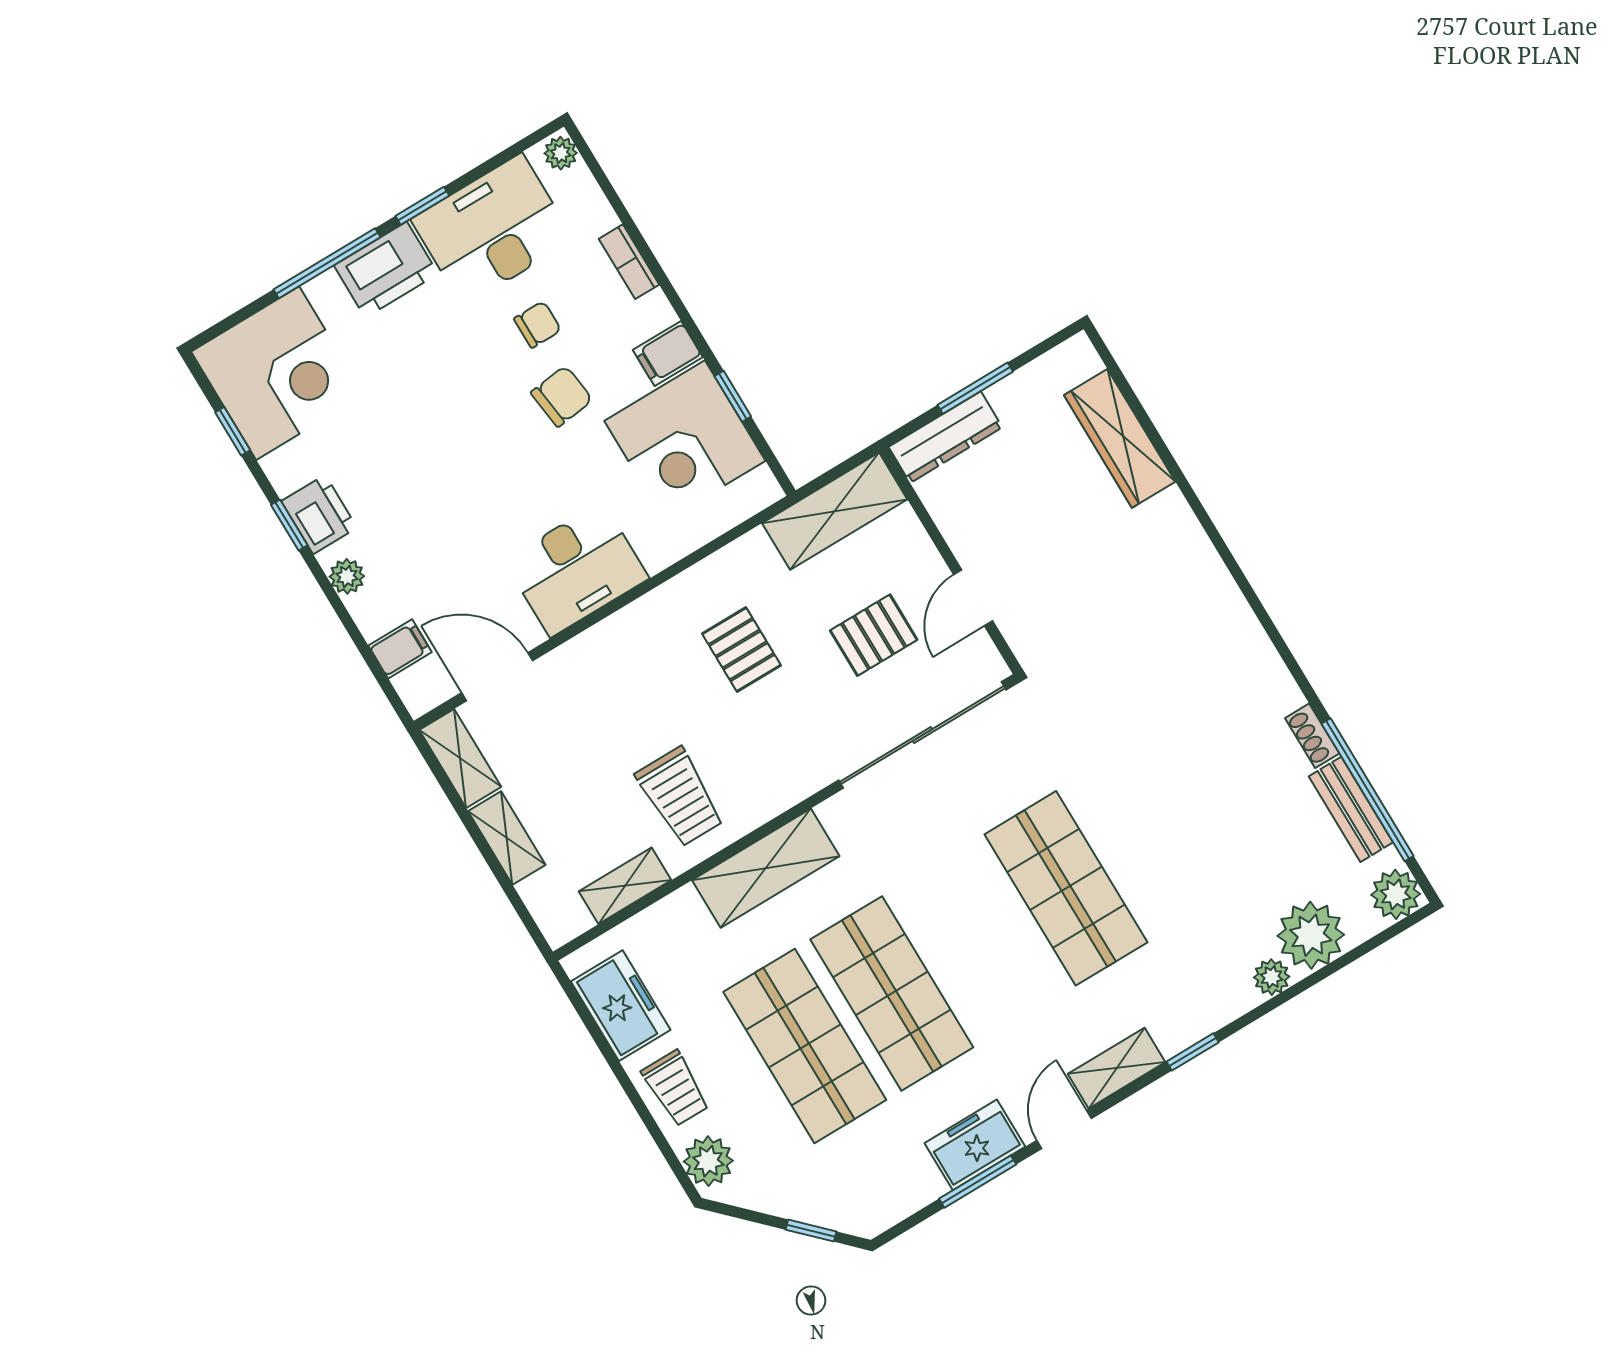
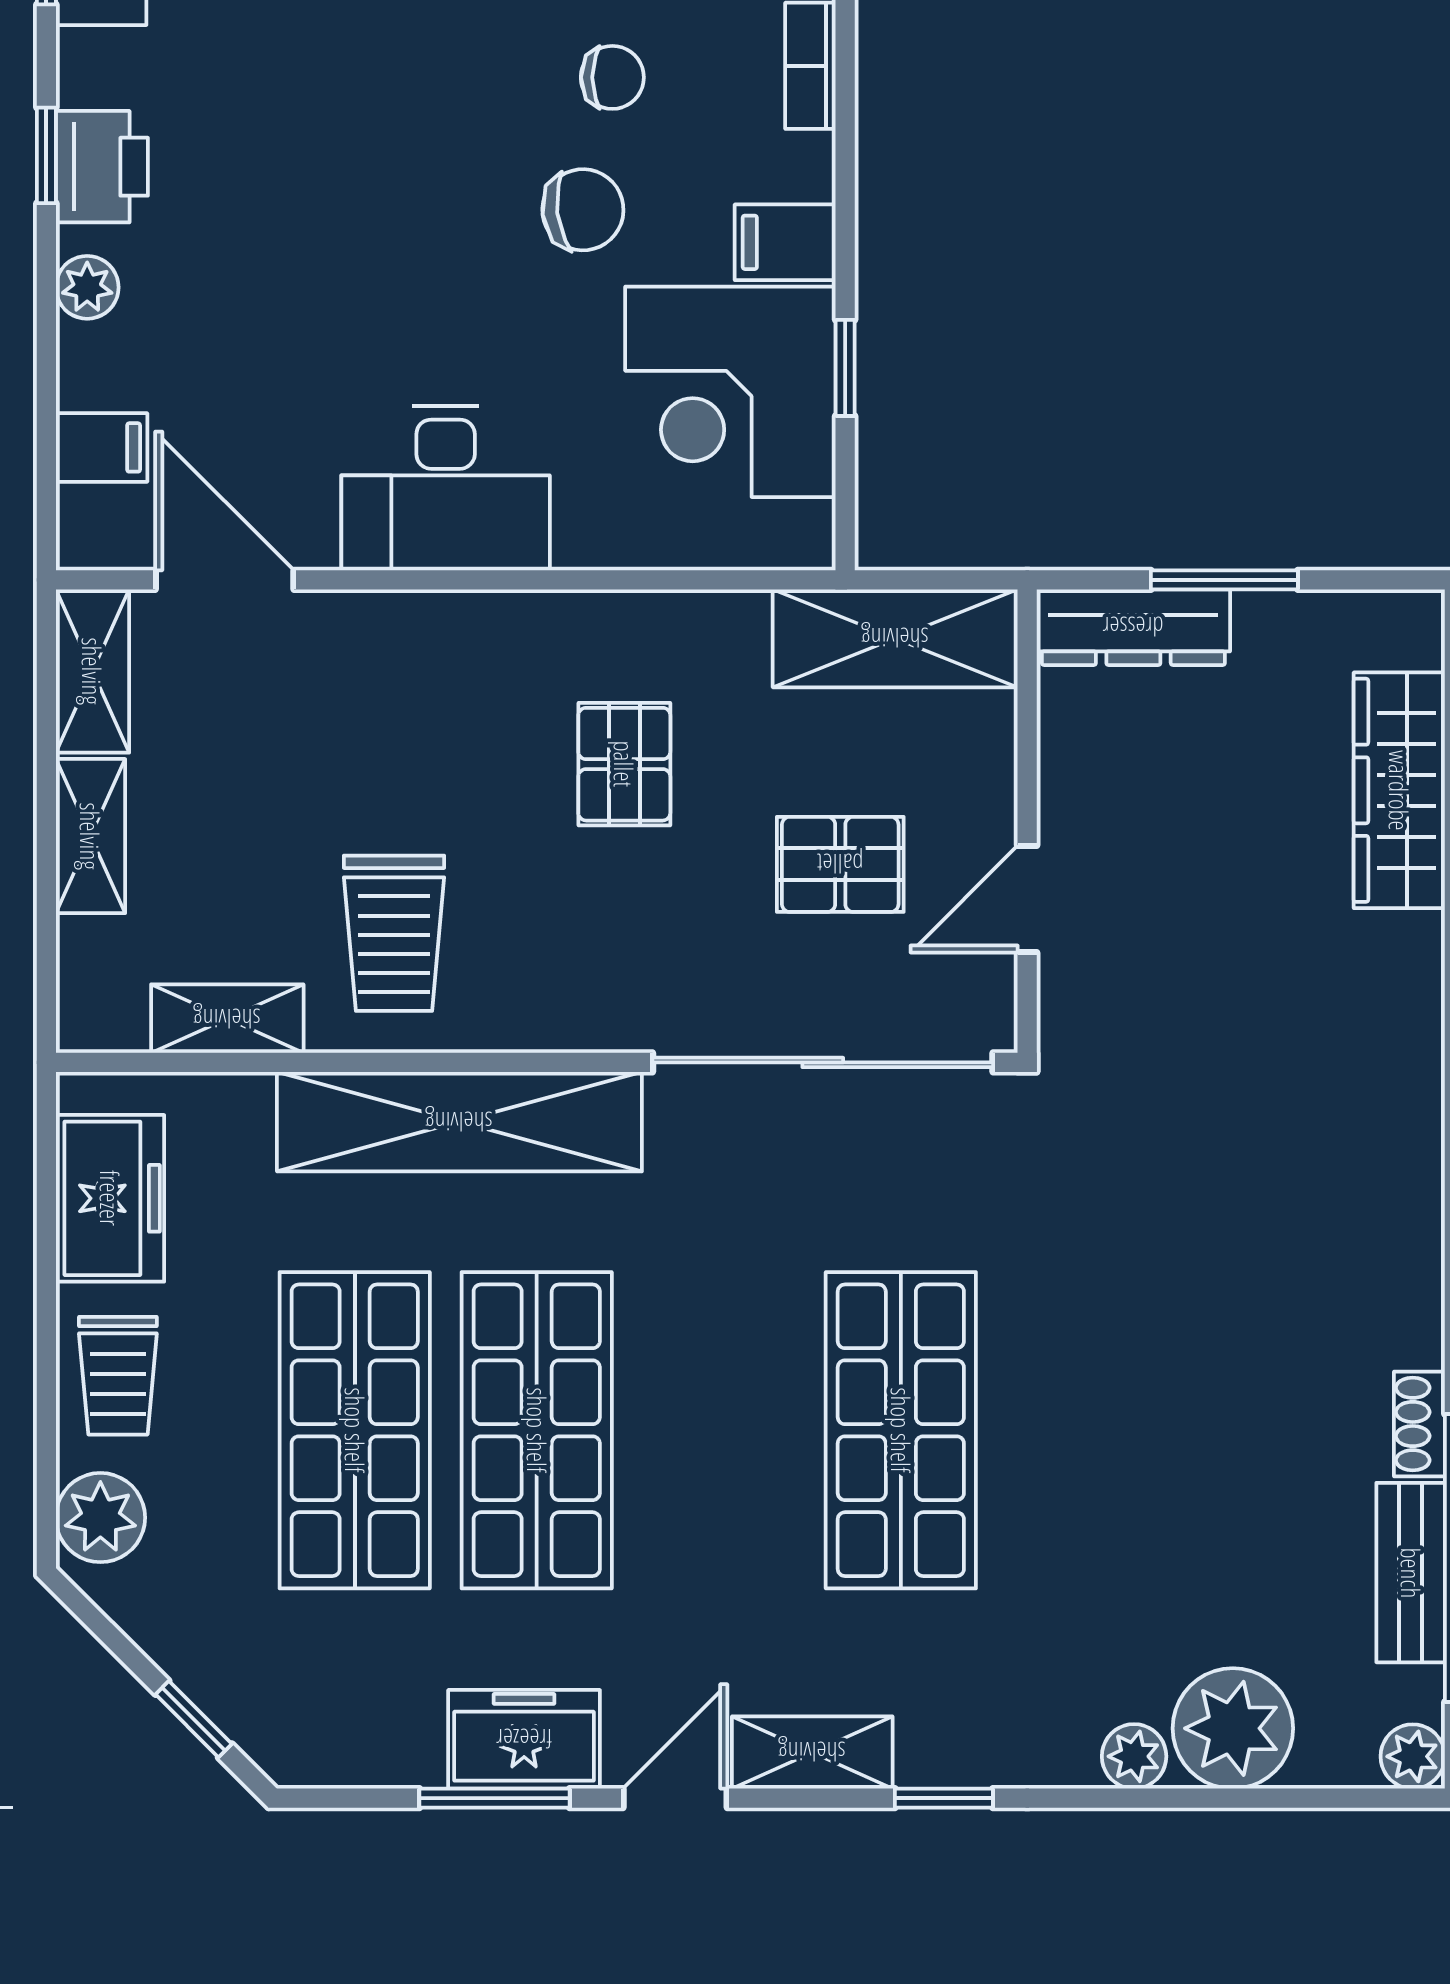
shelving: (766, 868) -> (459, 1122), width x1.47
plant: (1396, 894) -> (1413, 1756), width x0.73, depth x0.73

